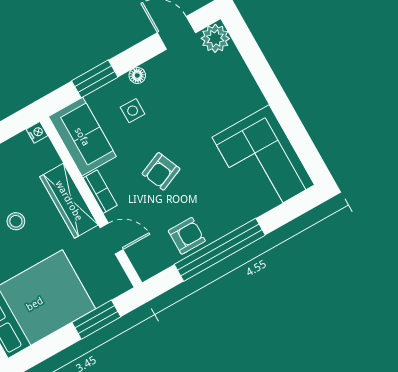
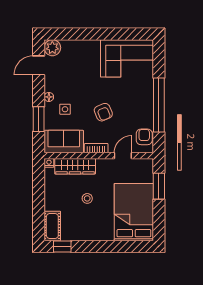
wardrobe: (69, 201) -> (75, 166), moved
armchair: (187, 236) -> (144, 137), moved

